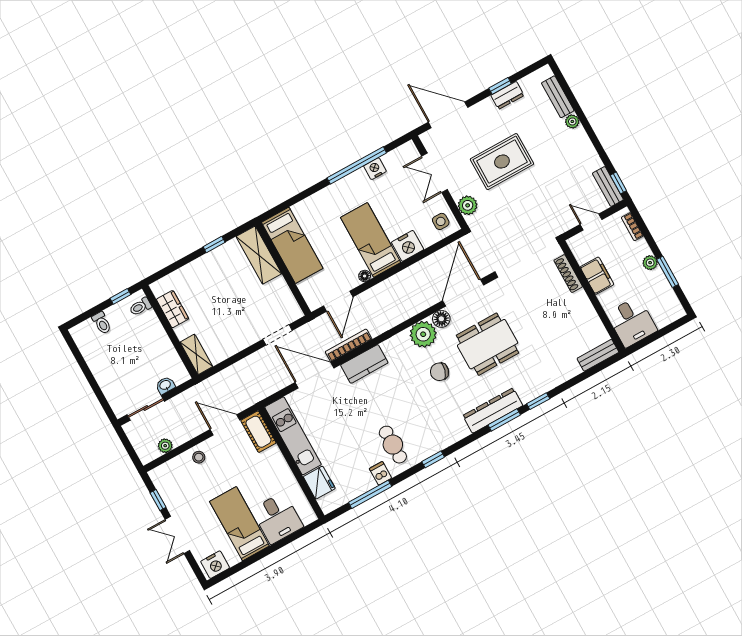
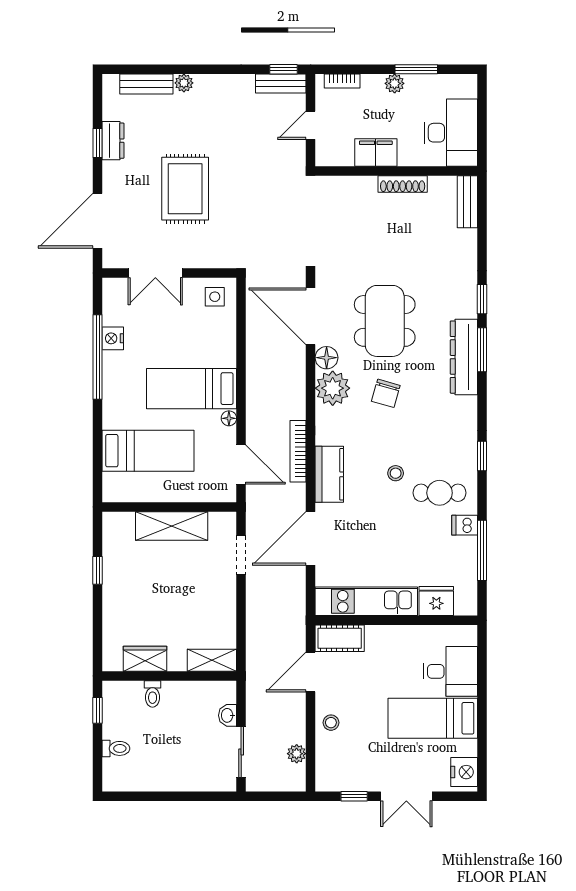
plant: (468, 205) -> (213, 256), removed
bed: (292, 245) -> (148, 451), moved
nightstand: (408, 246) -> (222, 350), removed
shelving: (259, 255) -> (172, 526), moved
shoe rack: (568, 274) -> (403, 184), moved
toilet: (140, 307) -> (153, 694), moved
desk: (632, 322) -> (451, 133), width x1.37
bookcase: (349, 345) -> (298, 451), moved
stool: (390, 408) -> (396, 473), added

